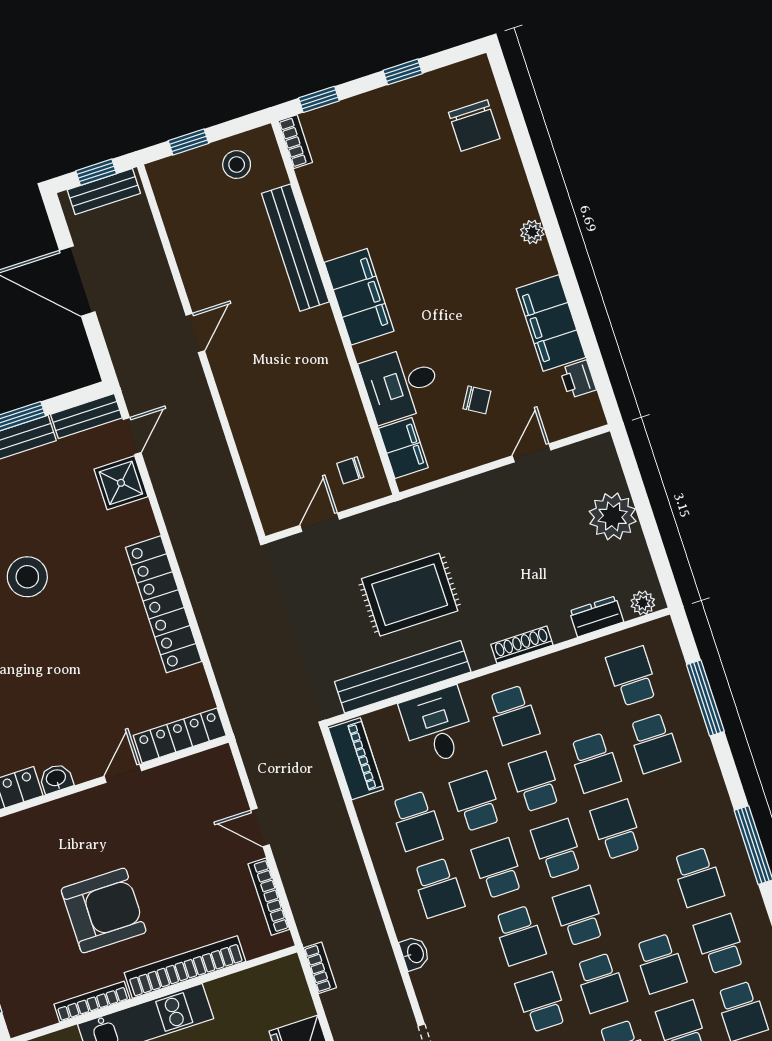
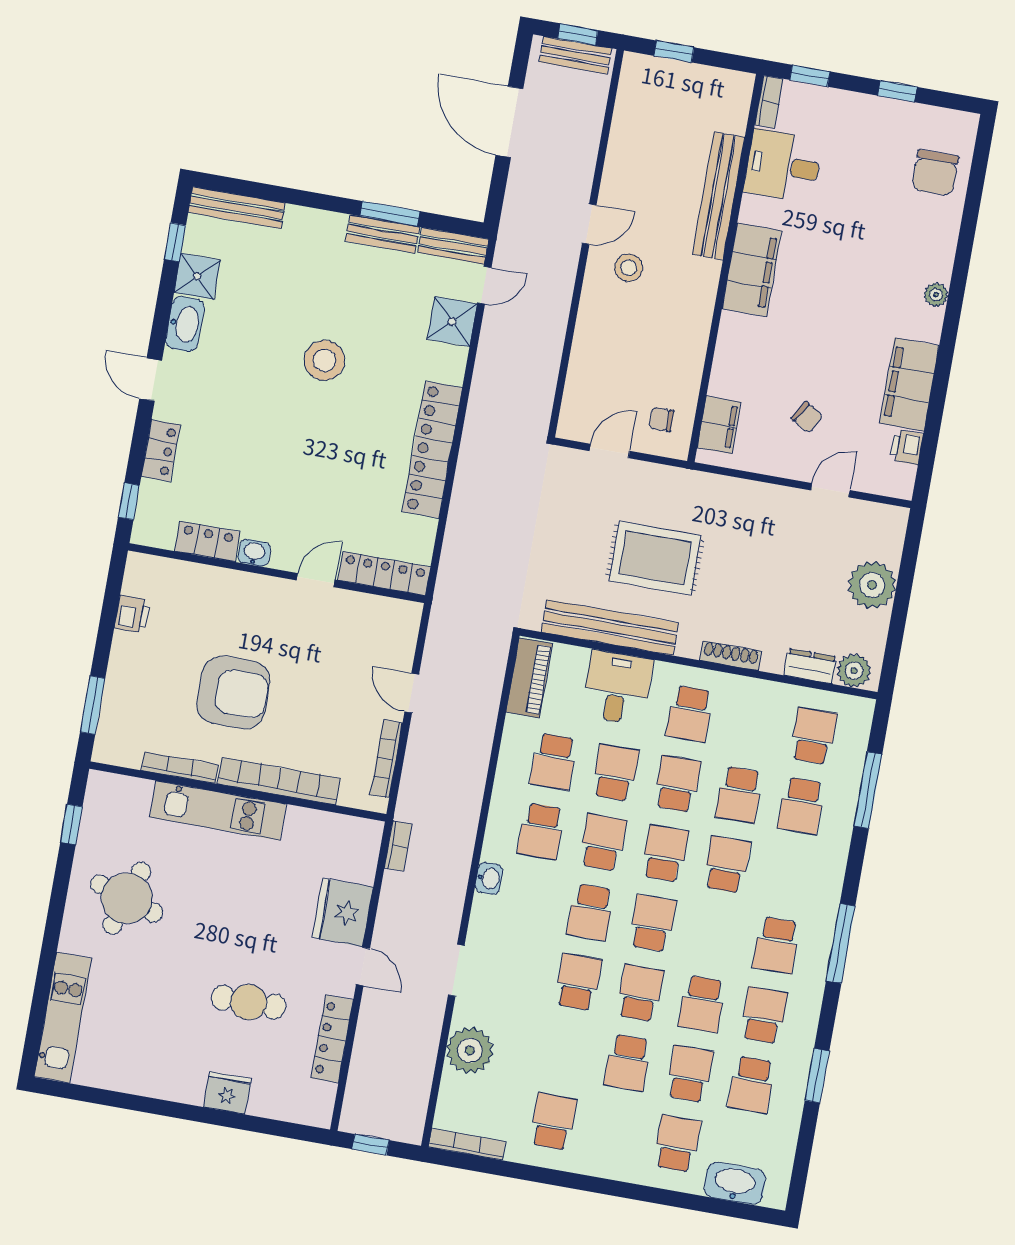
stool: (237, 165) -> (629, 268), moved
desk: (401, 384) -> (783, 166), moved
plant: (643, 603) -> (854, 671), width x1.38, depth x1.38
school desk: (601, 983) -> (640, 993), turned 180

